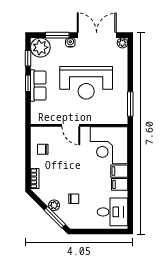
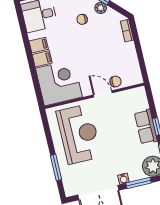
plant: (122, 43) -> (70, 191), removed
reception desk: (86, 83) -> (79, 134), moved, turned 90
window: (130, 104) -> (56, 167), moved
chair: (43, 149) -> (116, 82), moved

